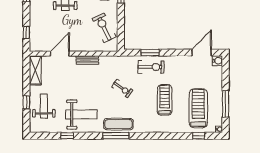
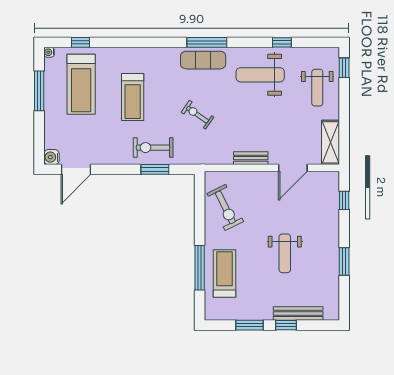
window: (26, 102) -> (344, 68), moved

